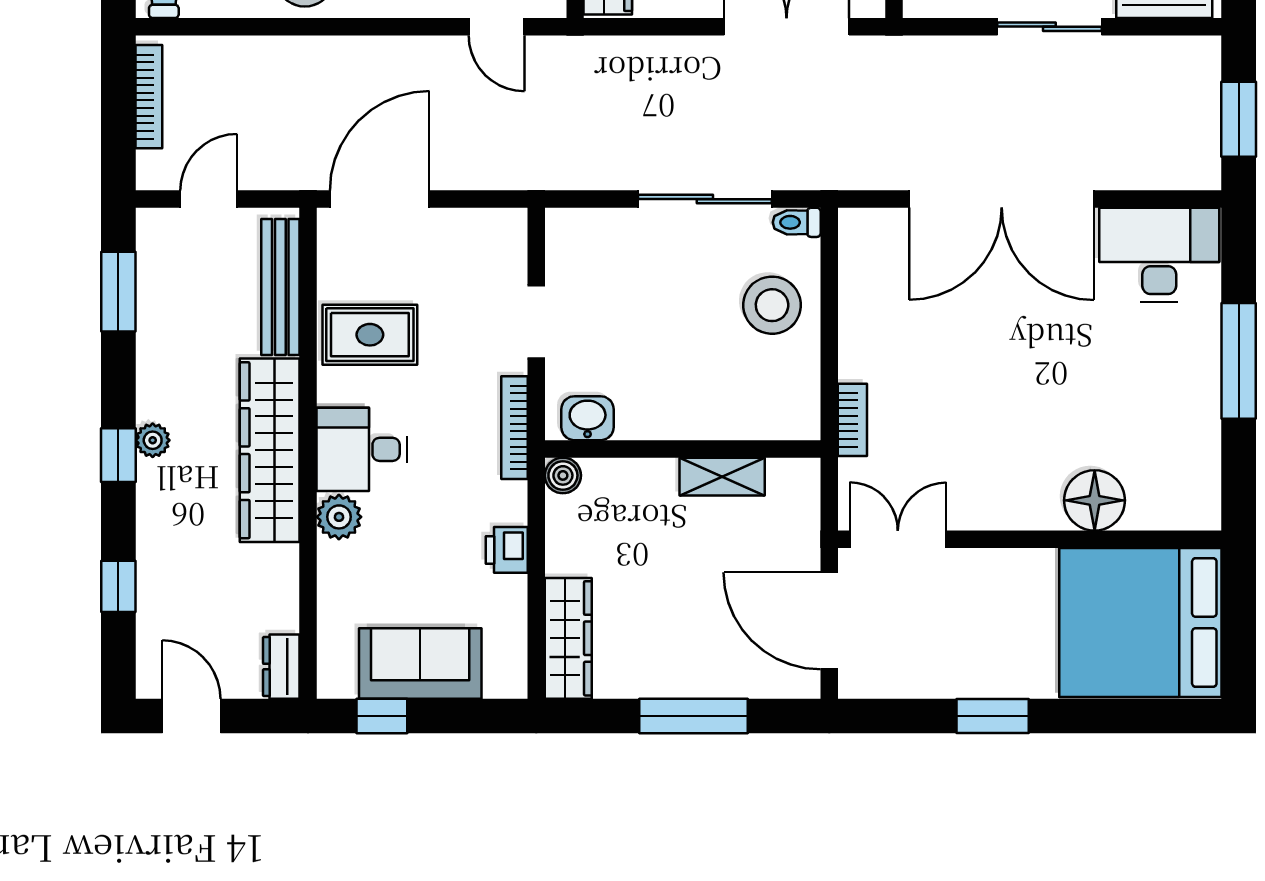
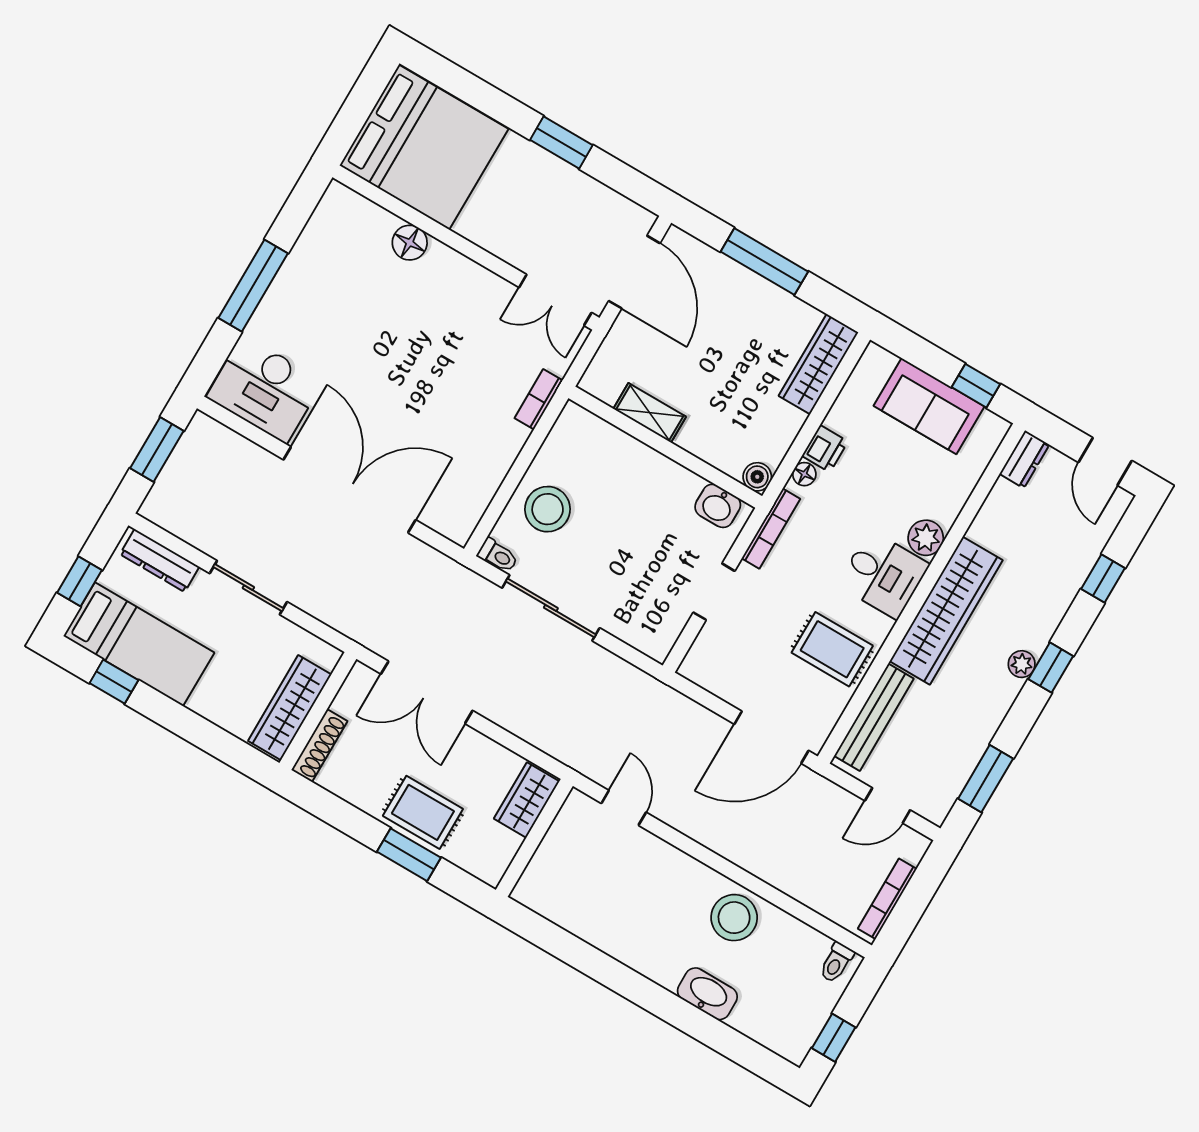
floor lamp: (1095, 500) -> (410, 243), width x0.73, depth x0.73
floor lamp: (513, 509) -> (804, 474), added

